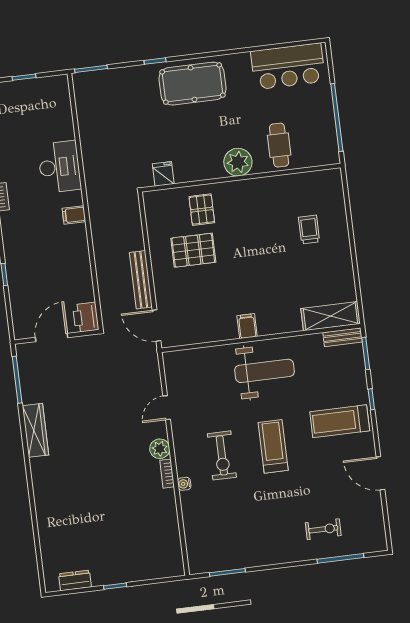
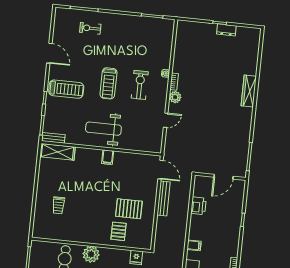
printer: (86, 317) -> (199, 206), moved
wardrobe: (35, 430) -> (249, 91), moved
dresser: (75, 580) -> (226, 30), moved

